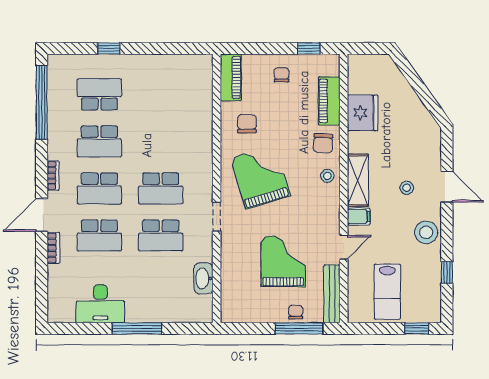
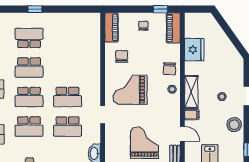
piano: (329, 101) -> (173, 28), moved
grand piano: (260, 177) -> (130, 90), turned -73
door: (344, 247) -> (182, 134), hinge flipped

